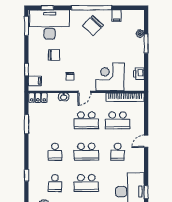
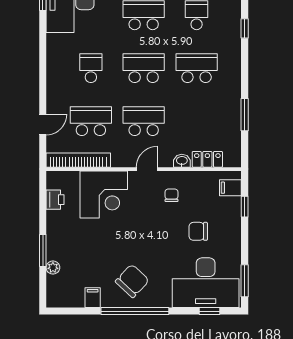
locker: (38, 98) -> (207, 159), moved
door: (146, 141) -> (43, 124), moved
school desk: (55, 152) -> (197, 68), width x1.85

